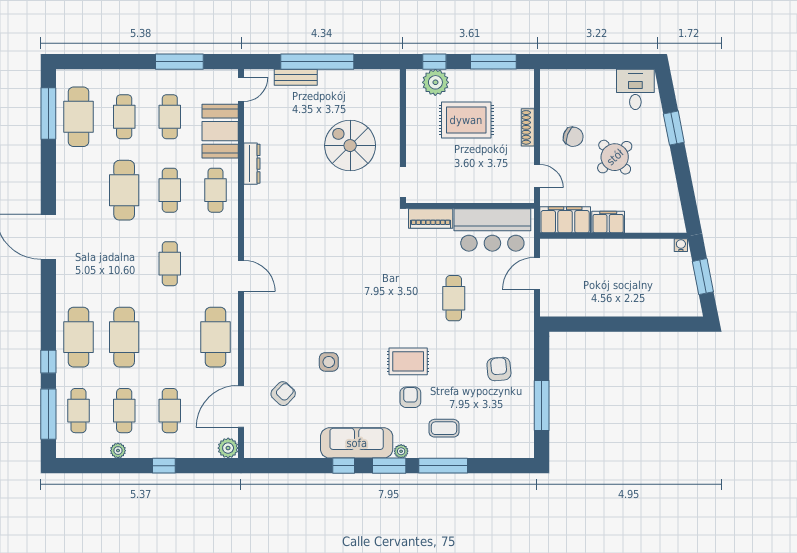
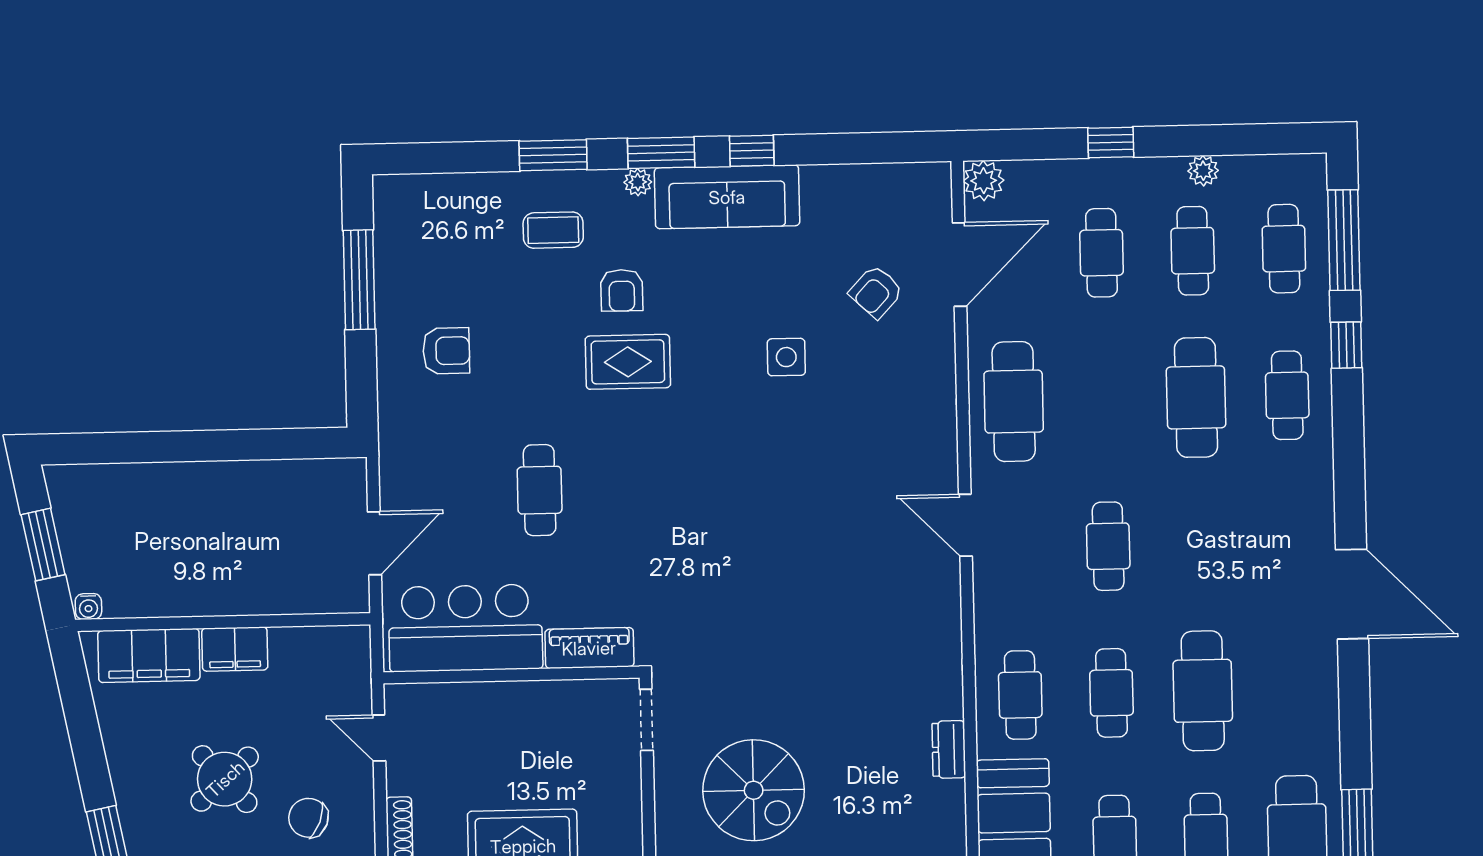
dresser: (252, 164) -> (949, 750), width x0.70
filing cabinet: (565, 220) -> (149, 655), moved
cafe table: (78, 337) -> (1287, 395), width x0.73, depth x0.74
armchair: (499, 369) -> (446, 351), turned -85
window: (443, 466) -> (553, 155), width x0.69

